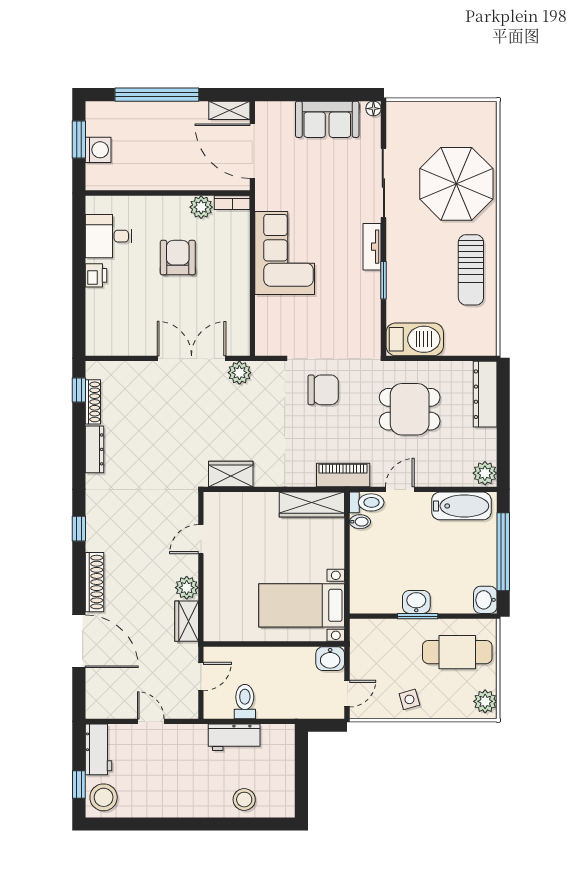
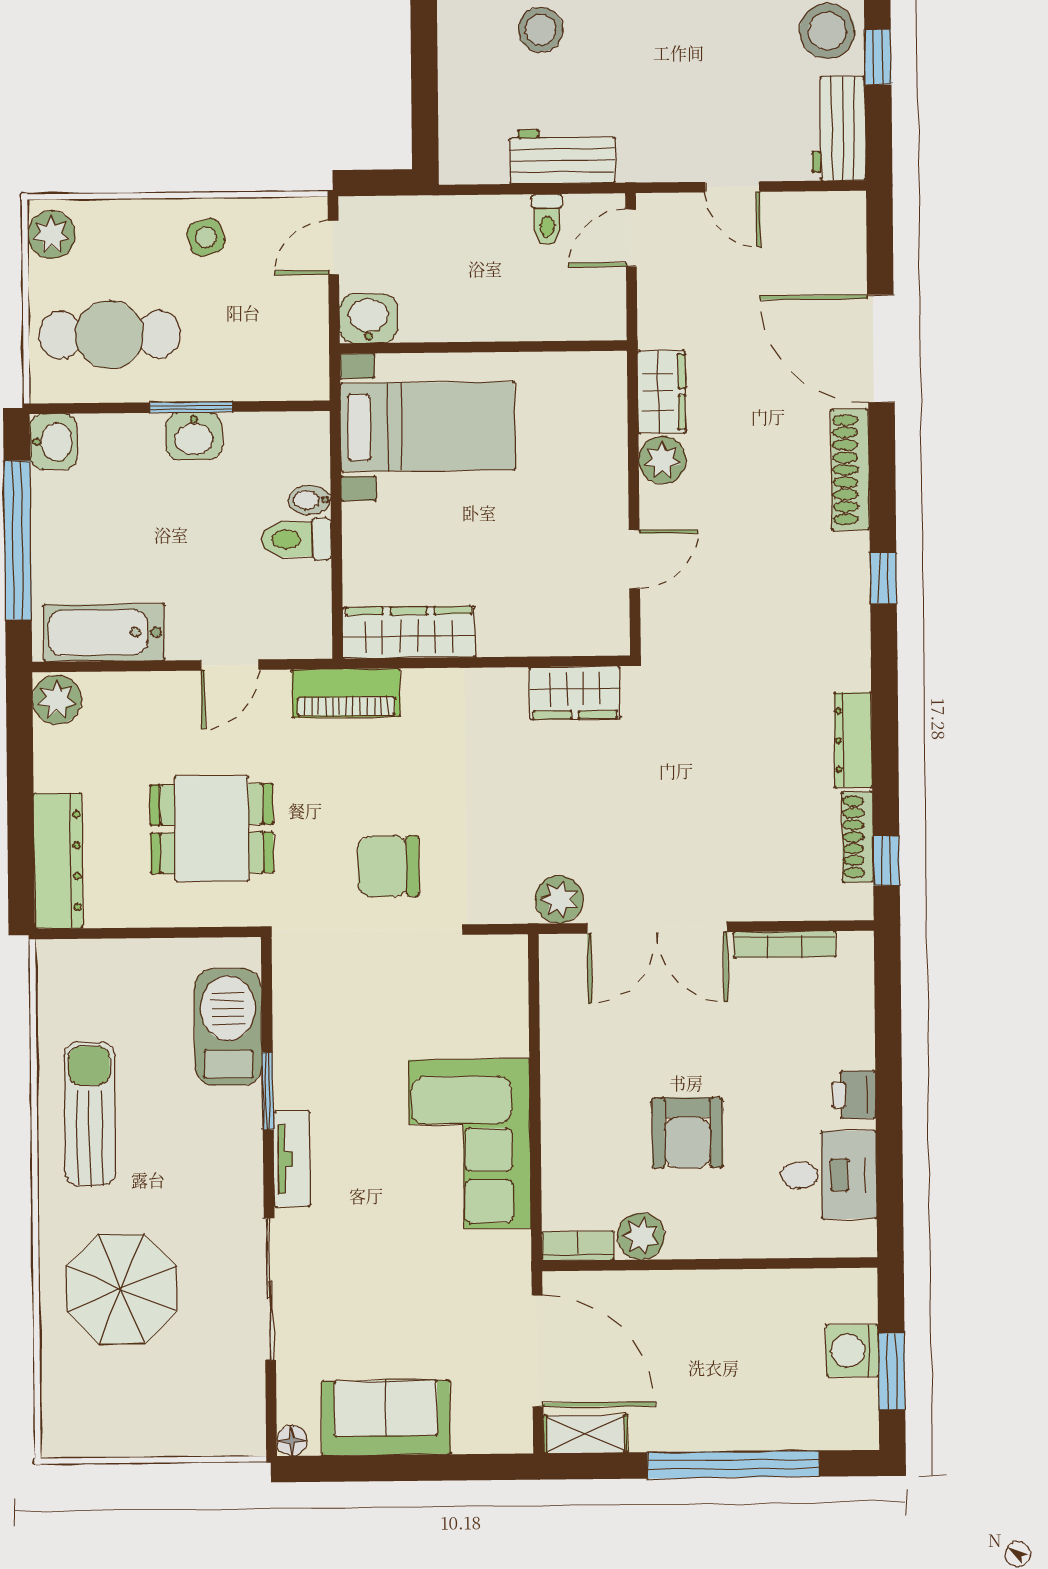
parasol: (456, 184) -> (121, 1289), width x0.73, depth x0.73
barbecue: (415, 339) -> (228, 1027), moved, turned 90
bookcase: (129, 349) -> (785, 945), added
toilet: (367, 502) -> (296, 539), moved
bidet: (360, 522) -> (309, 500), moved
door: (201, 677) -> (631, 238), moved
toilet: (245, 702) -> (547, 219), width x0.73, depth x0.72

